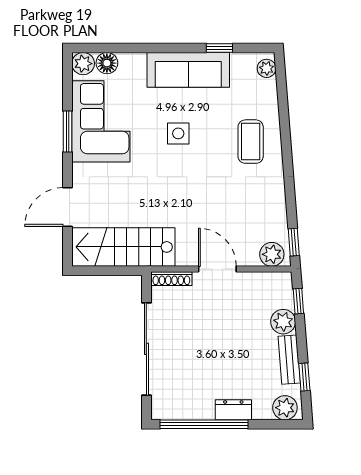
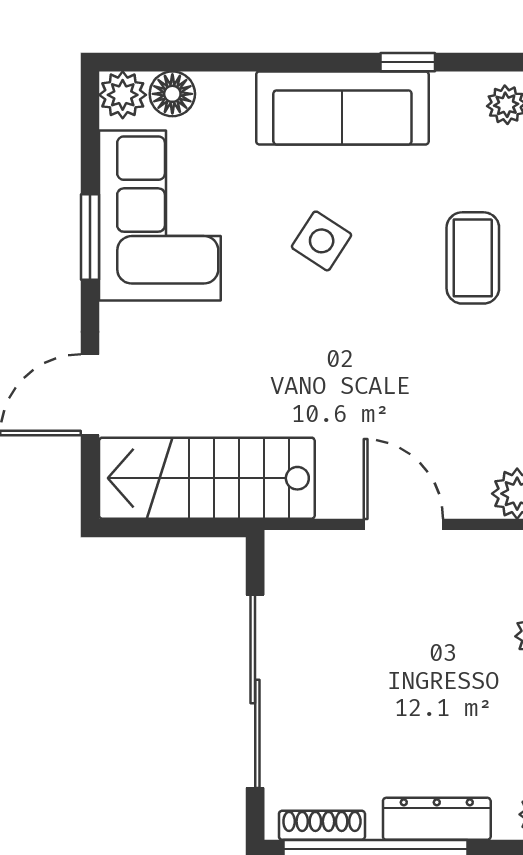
side table: (178, 133) -> (322, 241), turned 33
shoe rack: (171, 279) -> (322, 825), moved, turned 180
dresser: (233, 410) -> (437, 819), width x1.44

